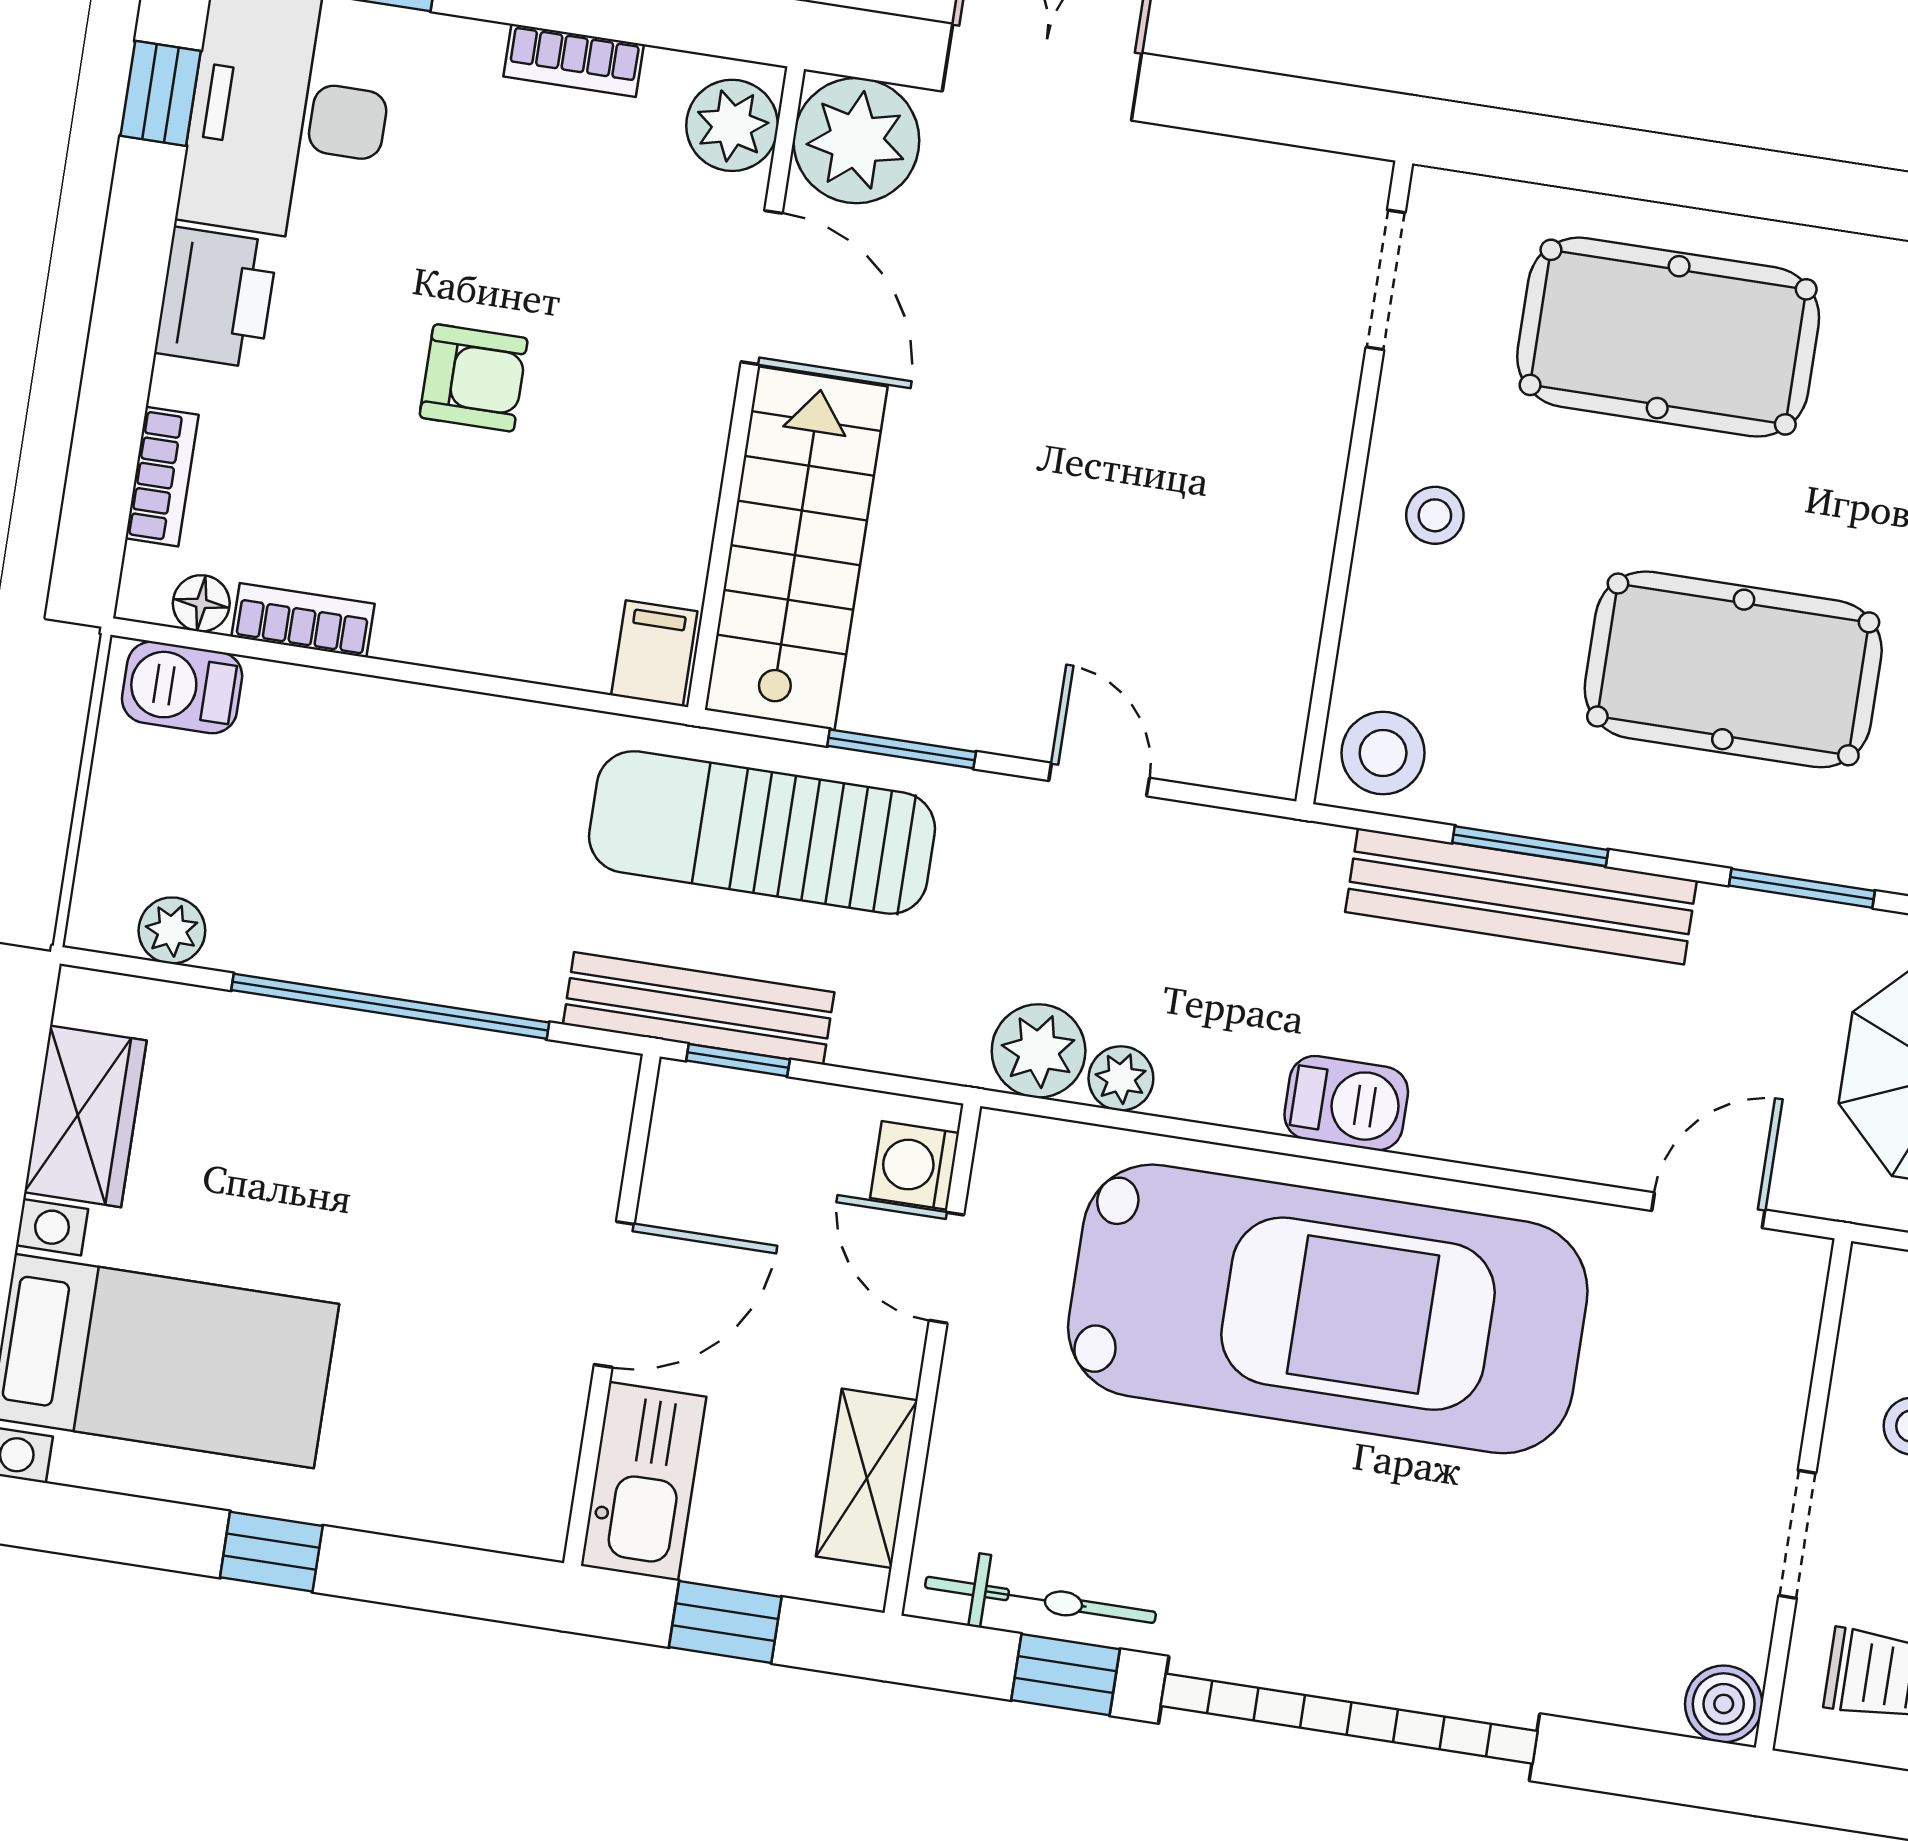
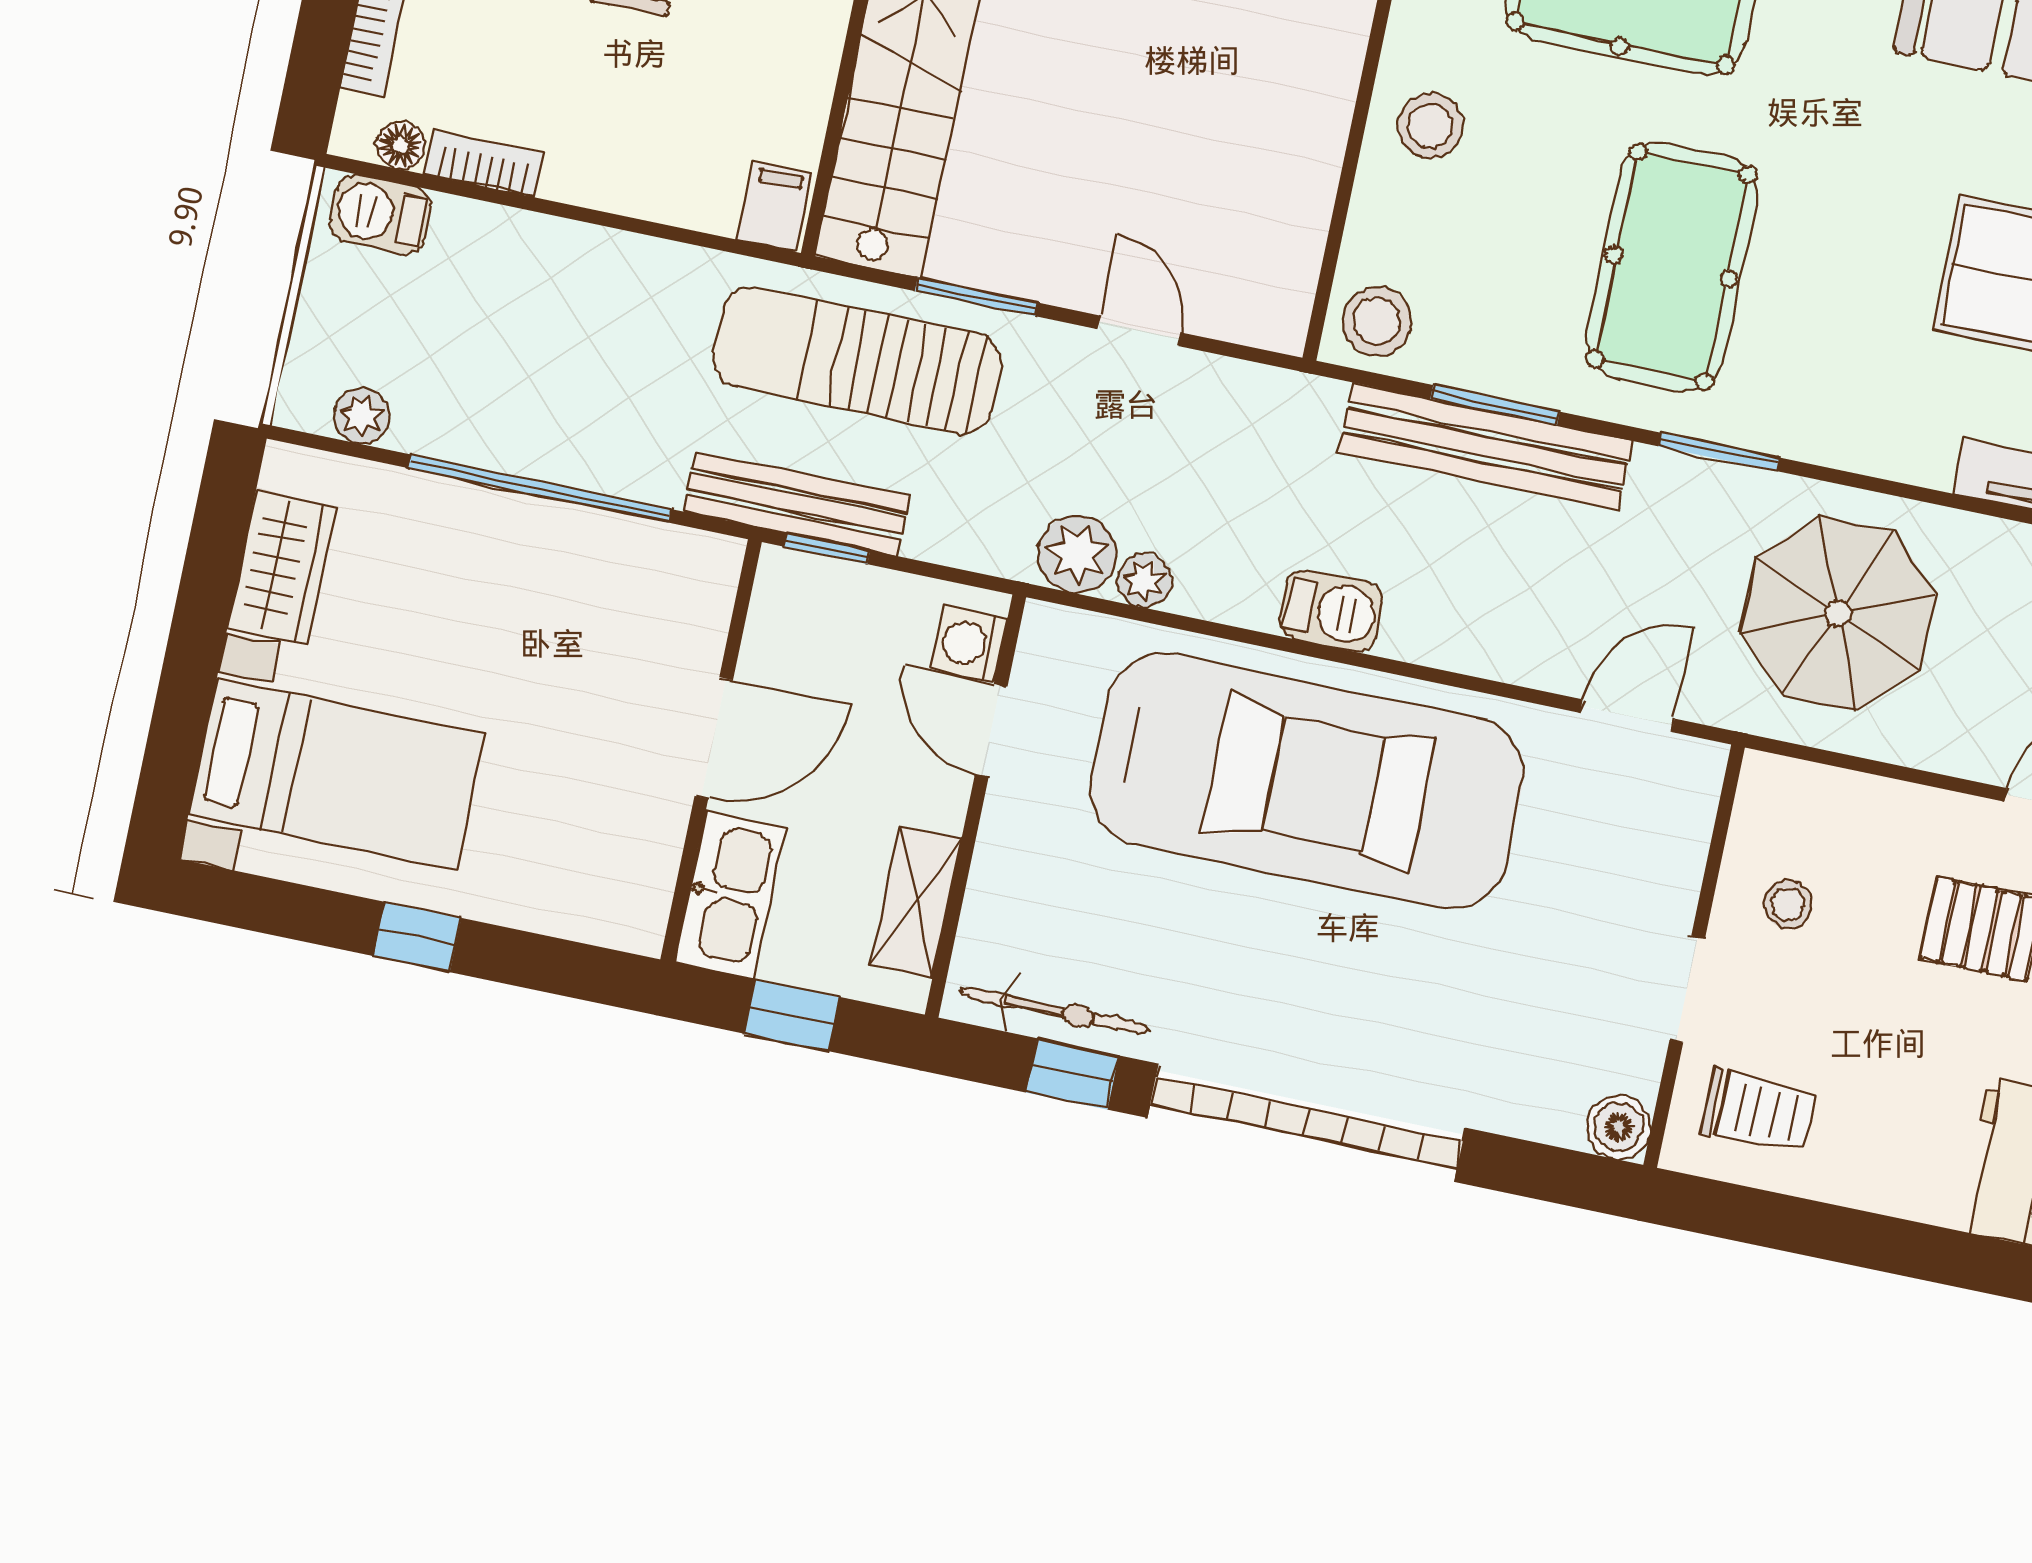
stool: (1435, 515) -> (1430, 126), width x1.37, depth x1.37
pool table: (1733, 669) -> (1672, 267), turned 90

